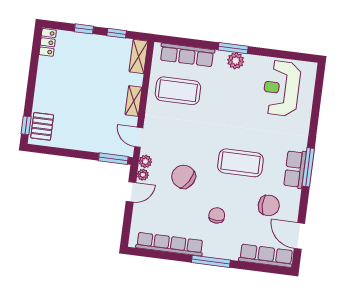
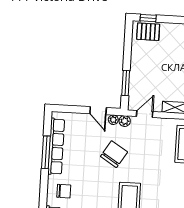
window: (113, 159) -> (126, 83), moved
chair: (217, 215) -> (64, 191), moved
window: (211, 261) -> (46, 152), moved

